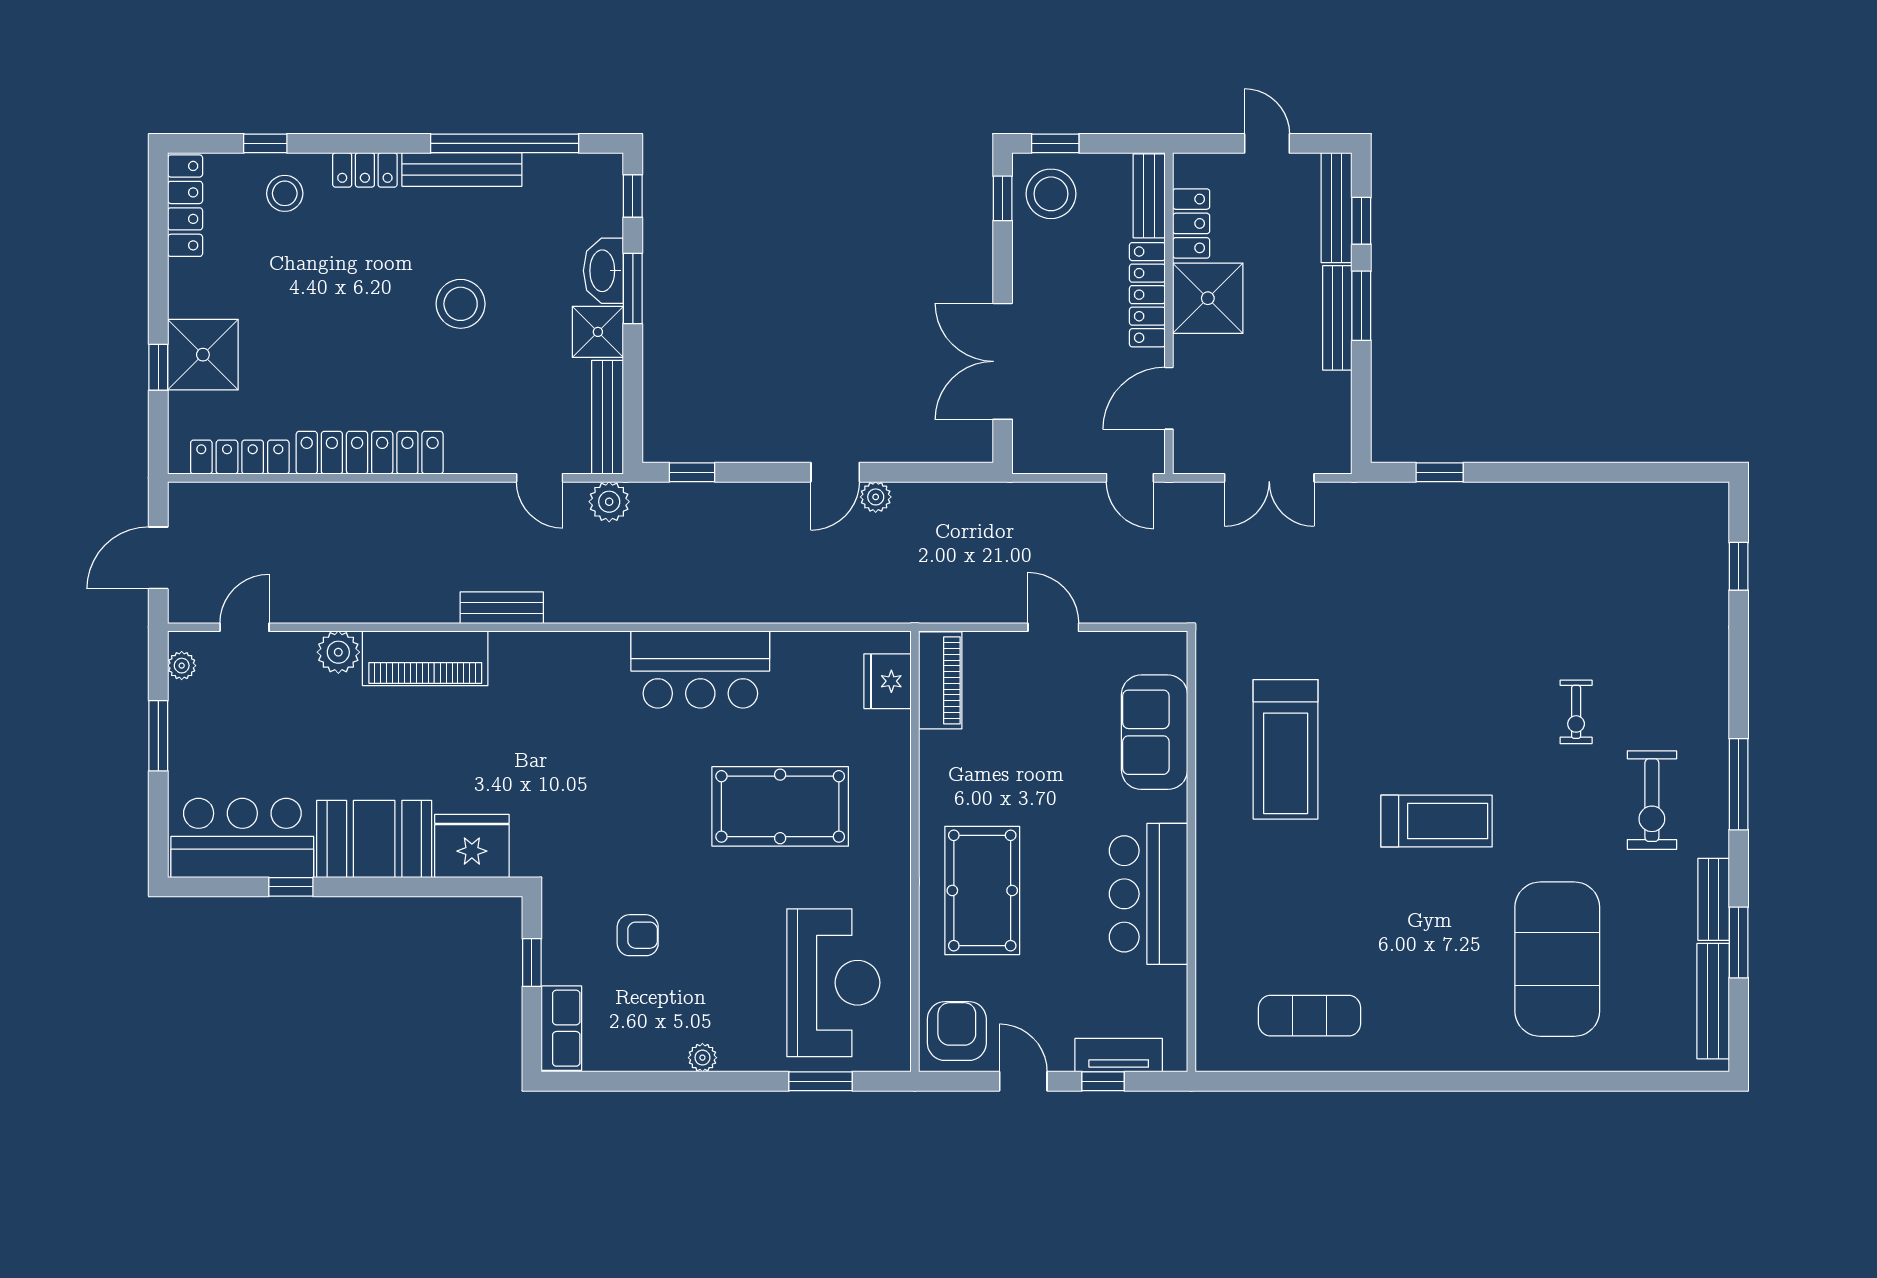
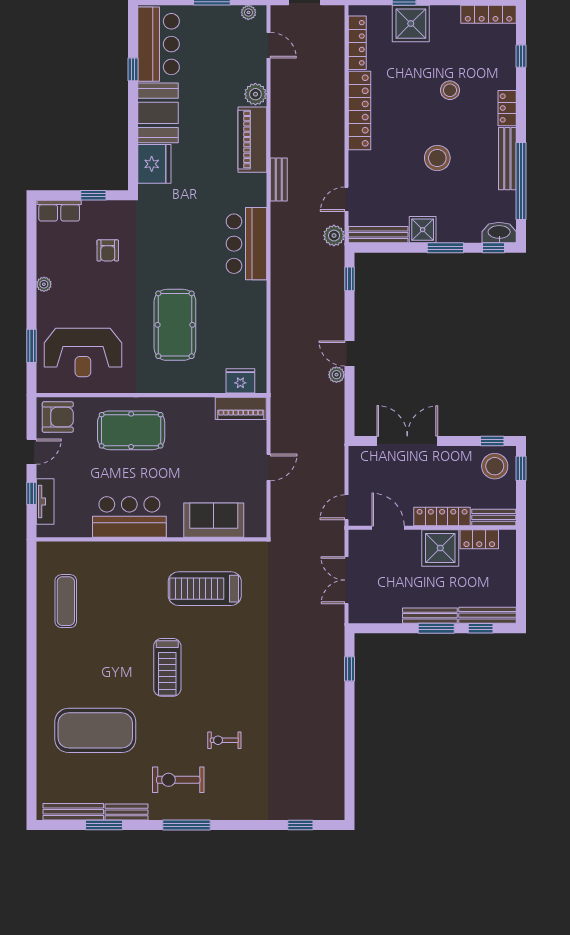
door: (1267, 143) -> (521, 579), removed
stool: (285, 193) -> (450, 90), moved
washbasin: (603, 271) -> (499, 233), moved
bar counter: (700, 670) -> (246, 244), moved

